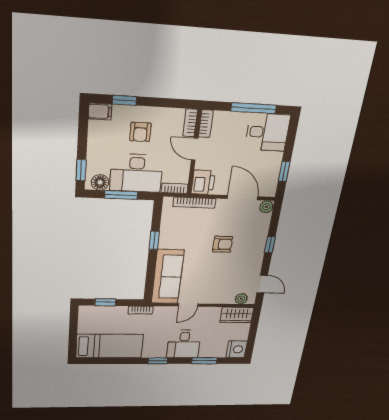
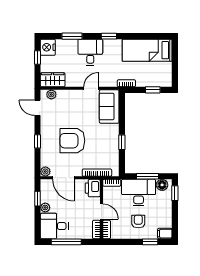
plant: (276, 159) -> (45, 208), added
armchair: (223, 244) -> (72, 141), width x1.88, depth x1.88
sofa: (168, 277) -> (109, 106), width x0.73
window: (251, 339) -> (37, 57), added

